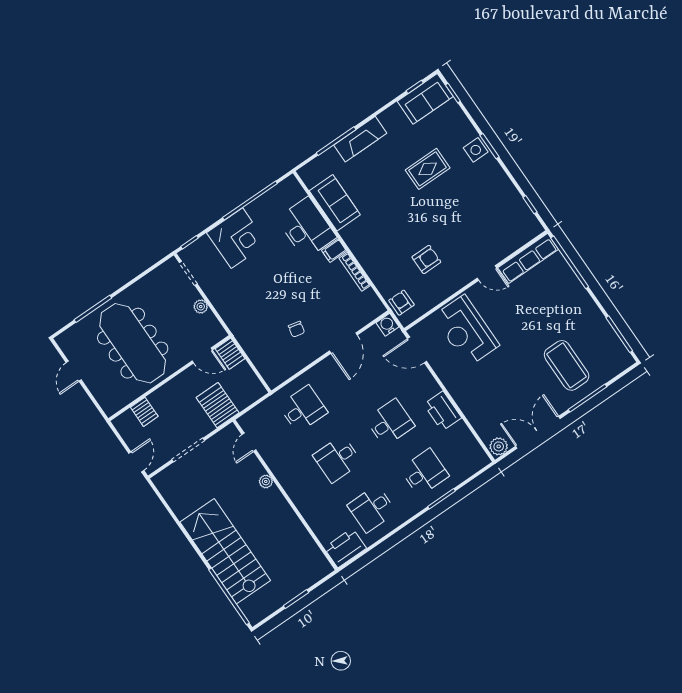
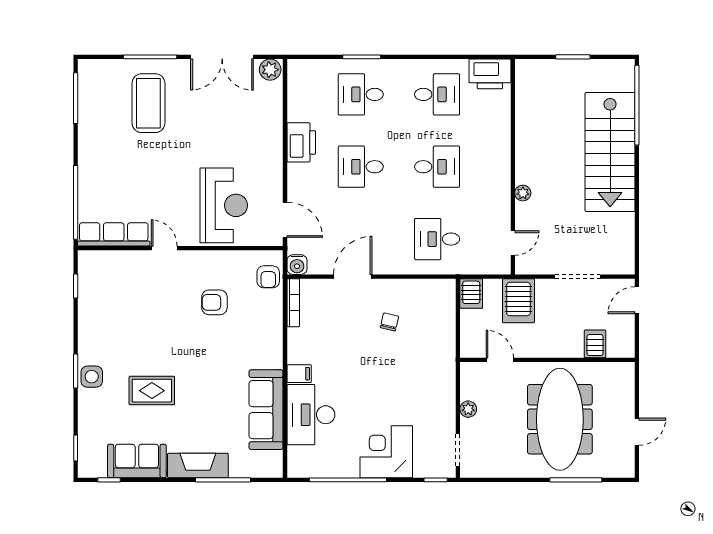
sofa: (425, 99) -> (137, 461), moved
sofa: (335, 203) -> (266, 410), width x1.36
bookcase: (355, 272) -> (293, 303), moved
server rack: (230, 354) -> (471, 294), moved, turned 180

